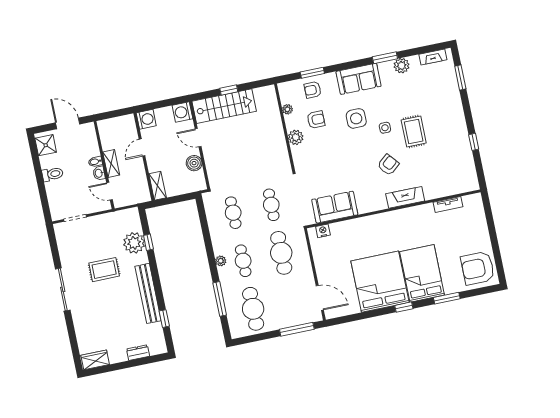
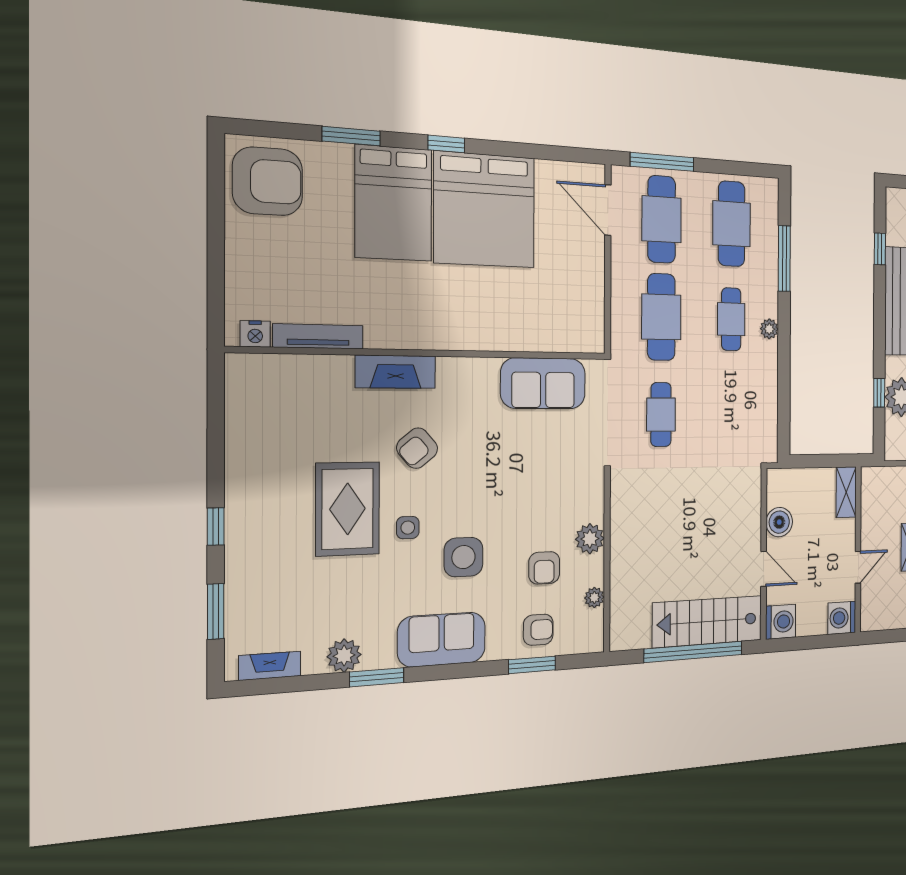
window: (229, 90) -> (694, 652), width x3.17
armchair: (316, 120) -> (544, 568), turned -90
rug: (414, 132) -> (348, 509), width x1.36, depth x1.43
window: (474, 142) -> (216, 526), moved
tv unit: (448, 204) -> (318, 336), width x1.41
cafe table: (233, 213) -> (662, 219), moved, width x1.37, depth x1.35
nightstand: (323, 231) -> (255, 334), moved

